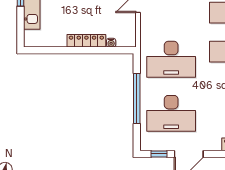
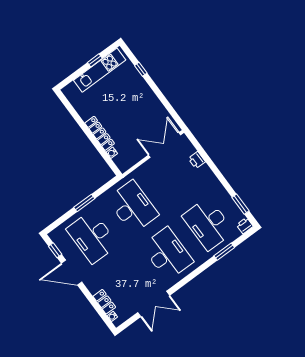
desk: (171, 59) -> (133, 207), turned 180
window: (137, 99) -> (84, 203), width x0.47

